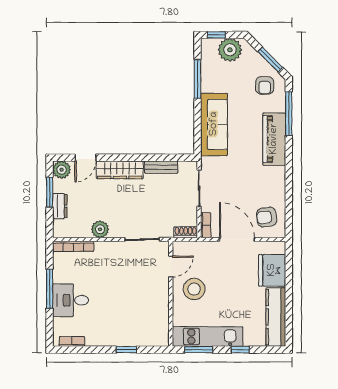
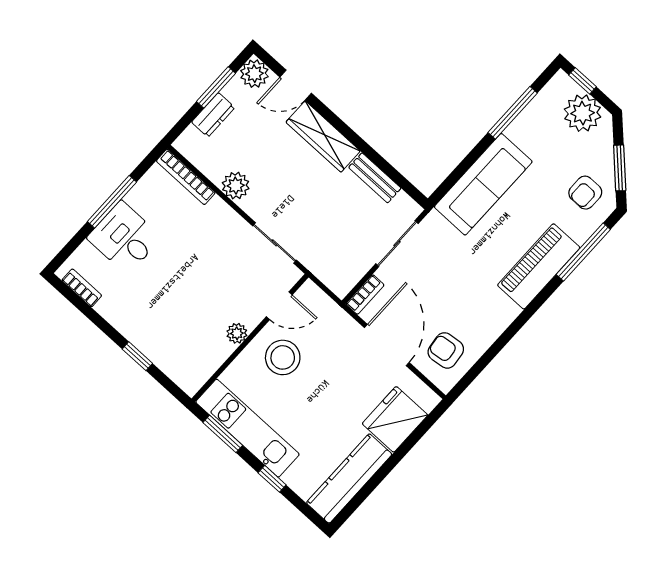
shoe rack: (186, 232) -> (334, 281), removed
plant: (163, 297) -> (237, 333), added

